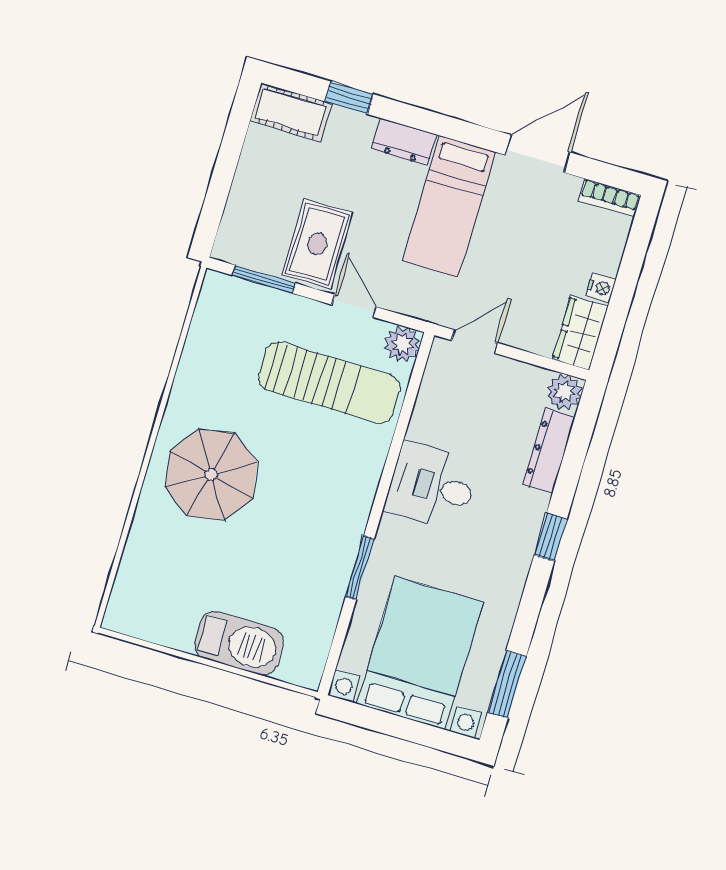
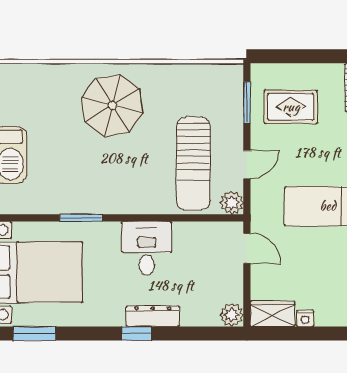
rug: (317, 244) -> (291, 107), moved
dresser: (549, 451) -> (153, 316), moved

